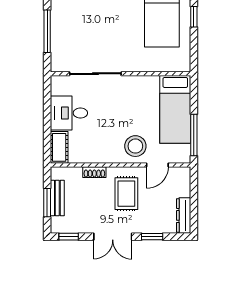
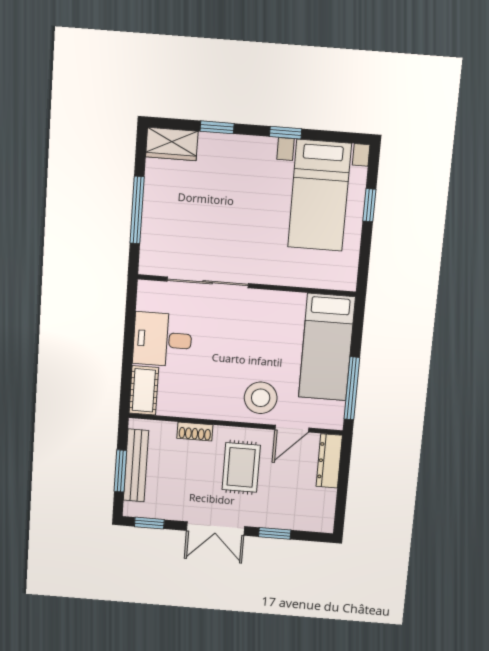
bench: (57, 198) -> (136, 465), width x1.36
dresser: (184, 215) -> (329, 461), moved

